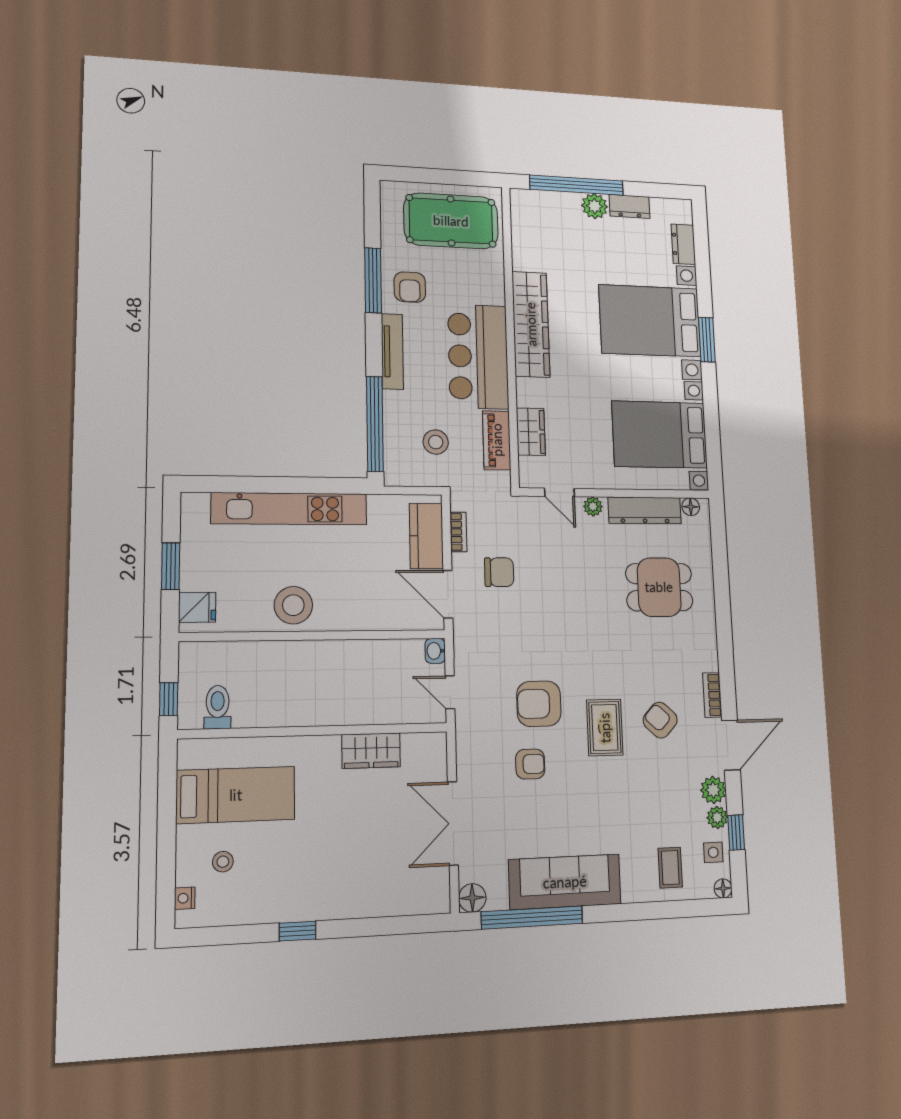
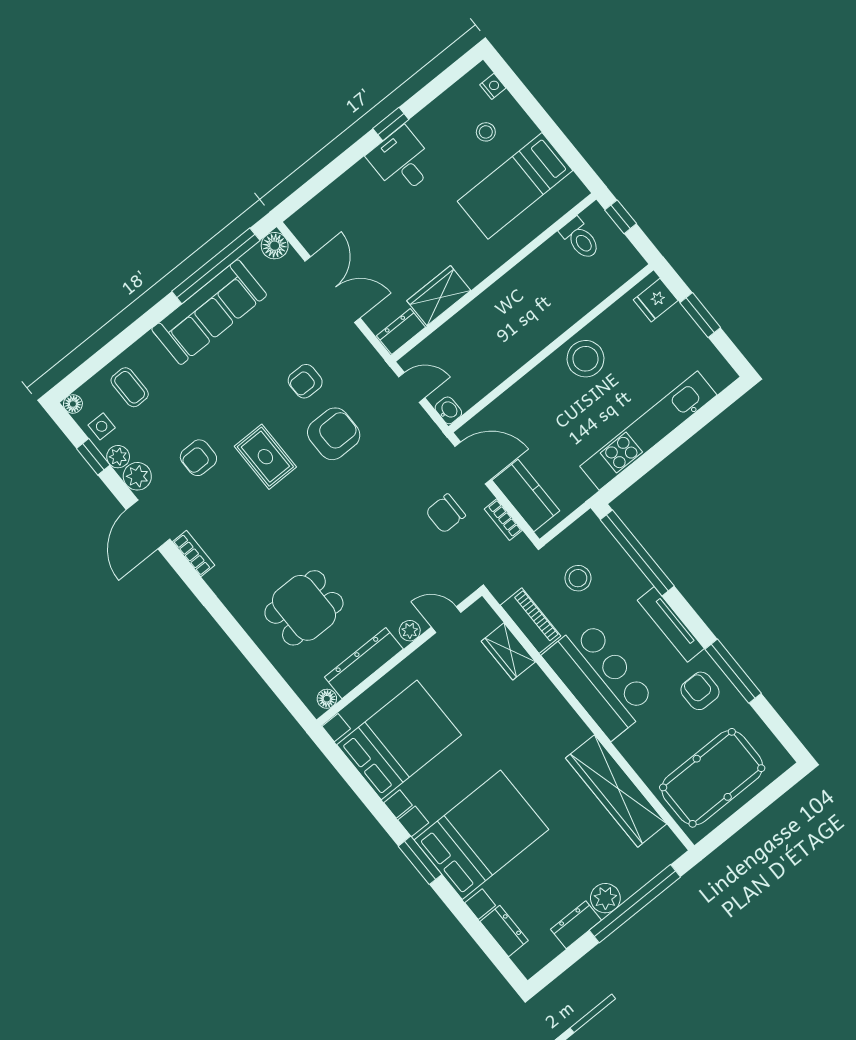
wardrobe: (531, 324) -> (616, 791), moved
armchair: (660, 720) -> (198, 458), moved, turned 137
dresser: (424, 745) -> (401, 331), added
desk: (314, 891) -> (402, 161), added

